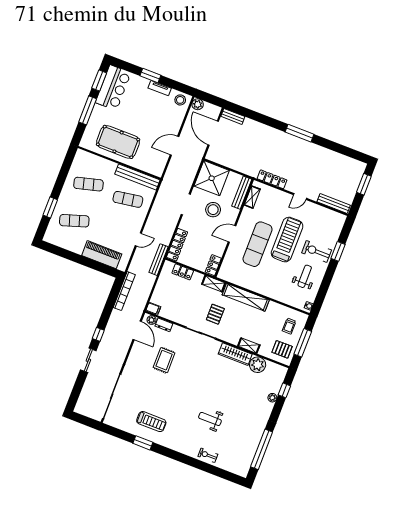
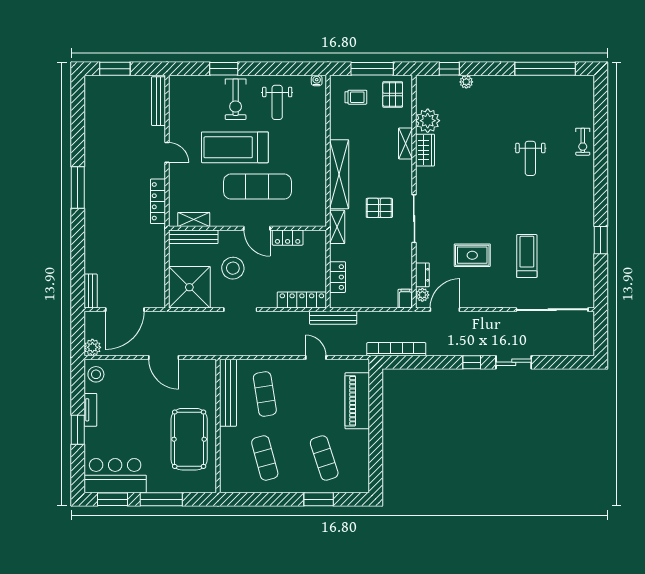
locker: (213, 265) -> (288, 238), moved
weight bench: (305, 276) -> (277, 102), turned -90
wardrobe: (235, 354) -> (425, 150), width x0.67
treadmill: (151, 422) -> (527, 256), moved

